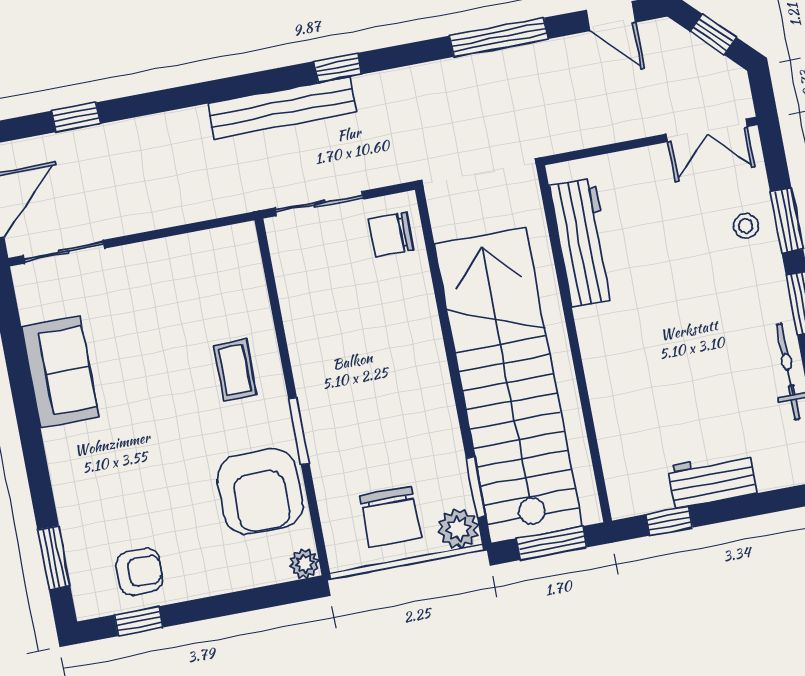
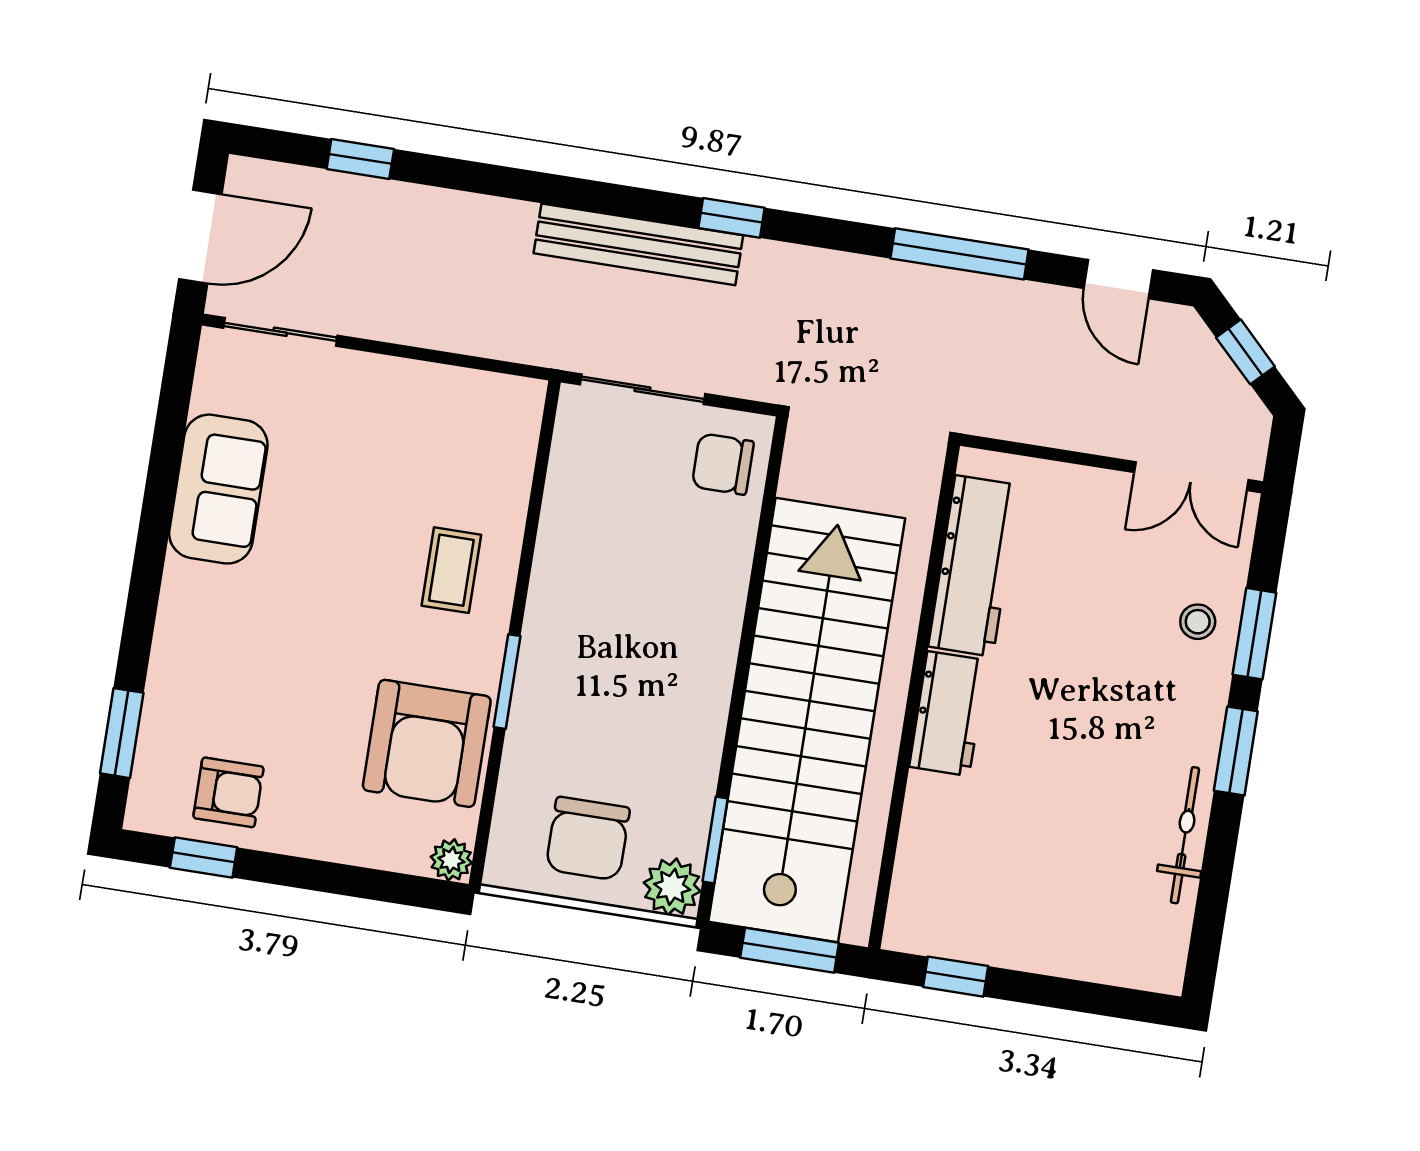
workbench: (712, 480) -> (948, 714), moved, turned 90

